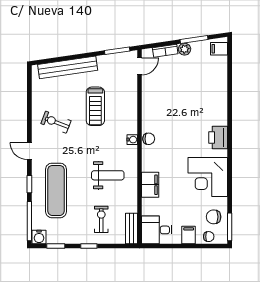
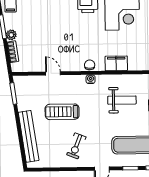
door: (139, 66) -> (53, 73), moved
treadmill: (95, 106) -> (62, 112), turned 180
weight bench: (108, 175) -> (122, 100), turned 90
filing cabinet: (150, 185) -> (116, 63), moved

